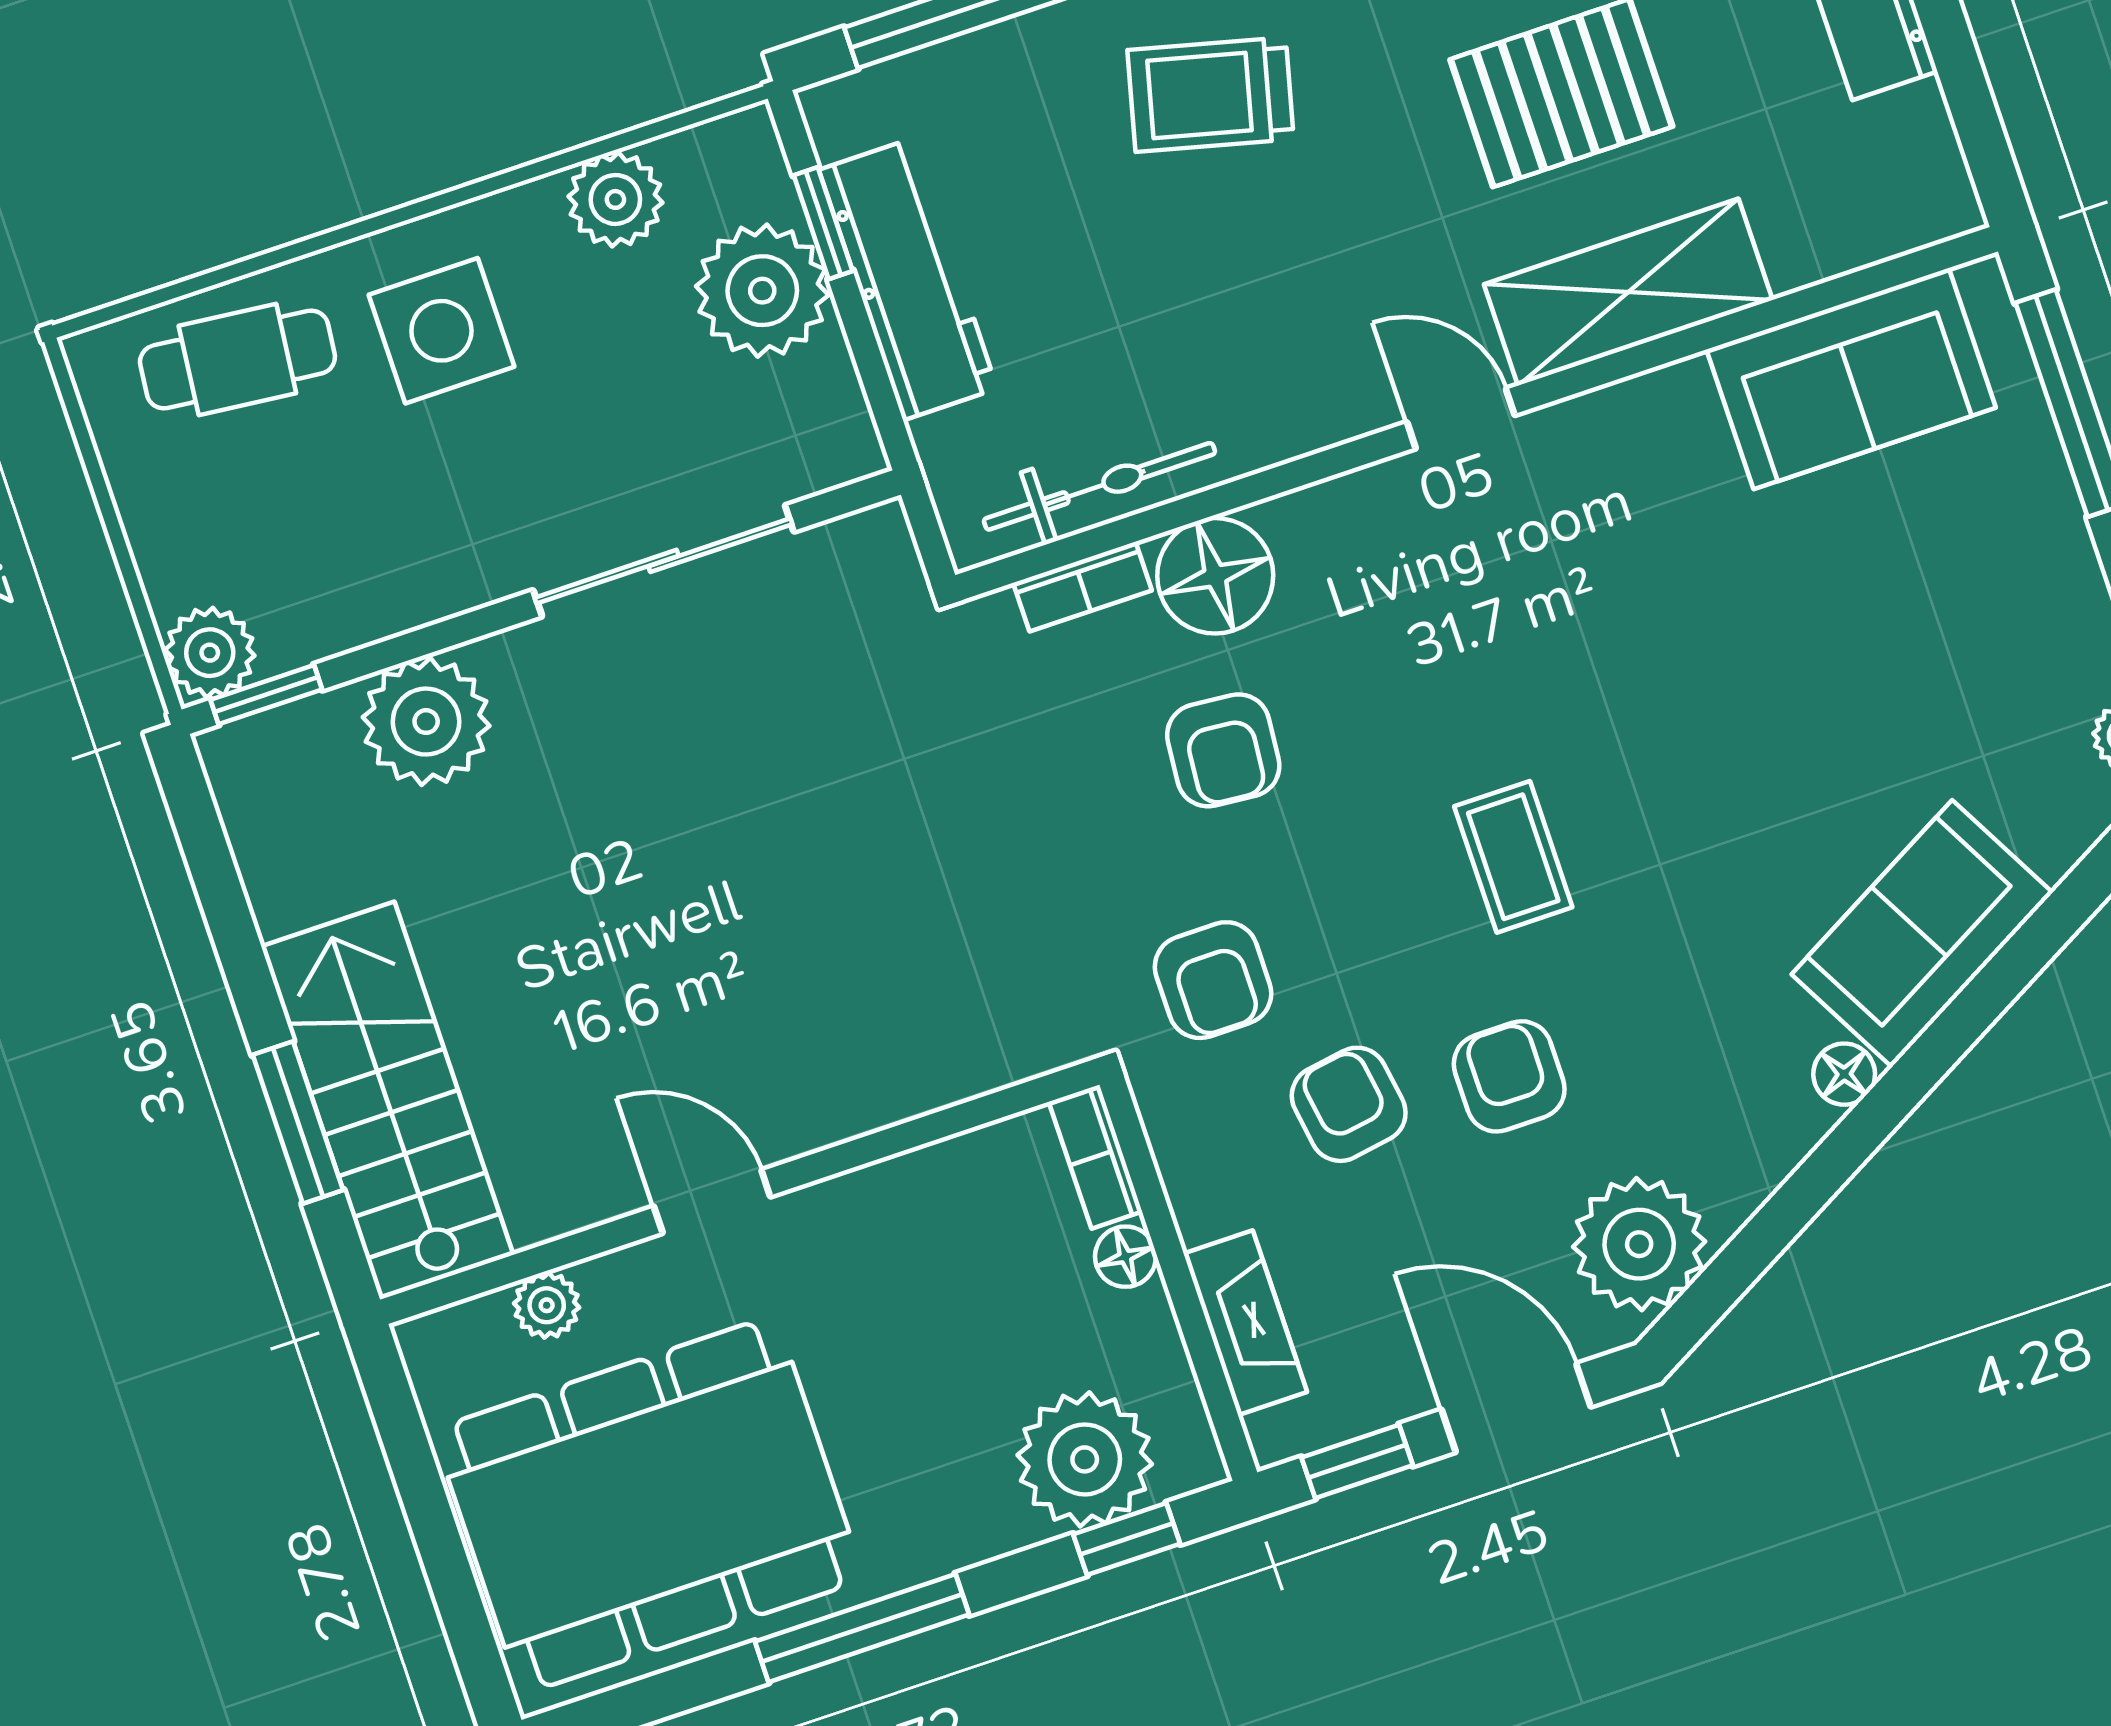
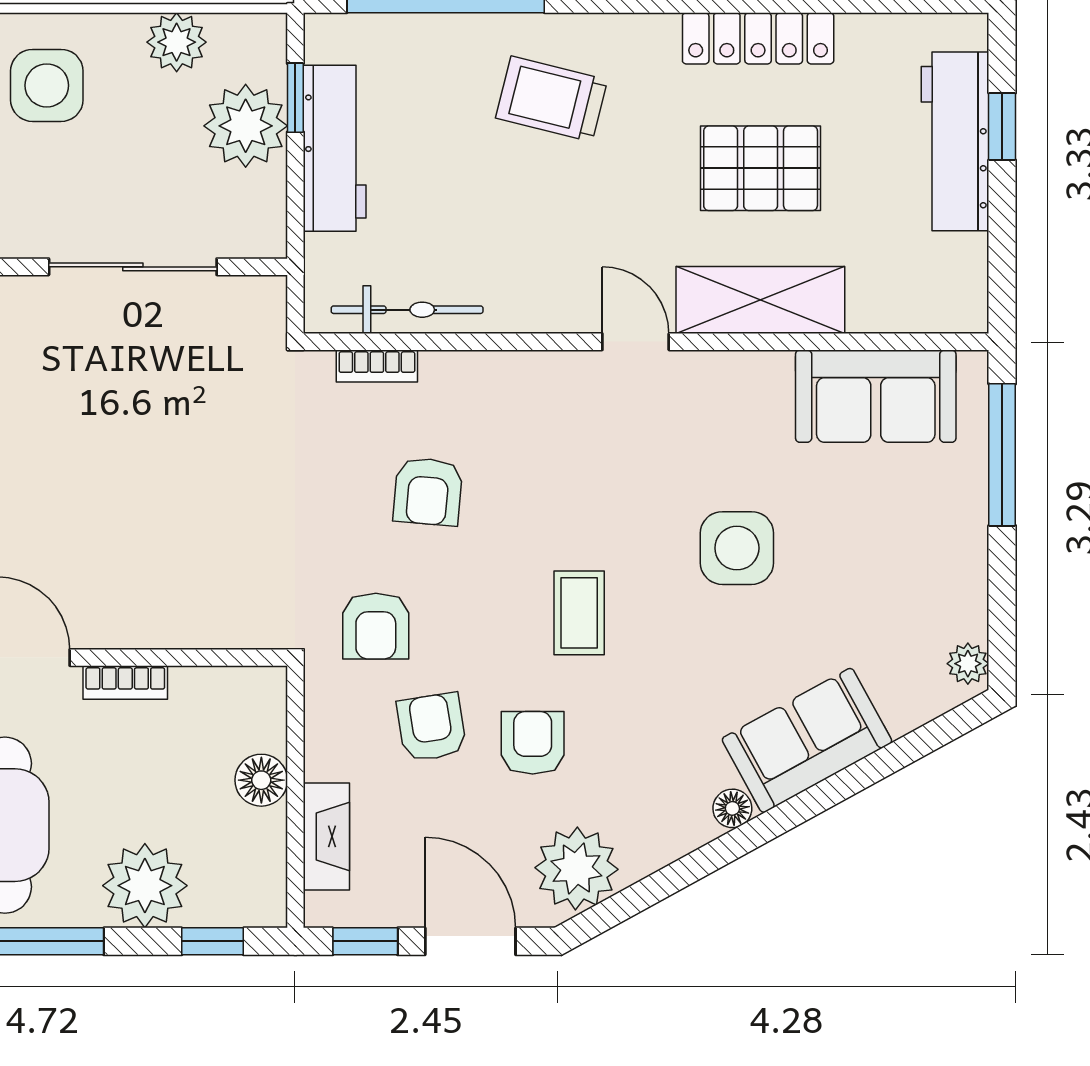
floor lamp: (1215, 576) -> (458, 386), removed
side table: (1719, 679) -> (737, 548), added
bookcase: (1096, 1157) -> (125, 682), moved, turned -90
floor lamp: (1125, 1257) -> (261, 780), width x1.37, depth x1.37
plant: (1085, 1459) -> (145, 886), moved

